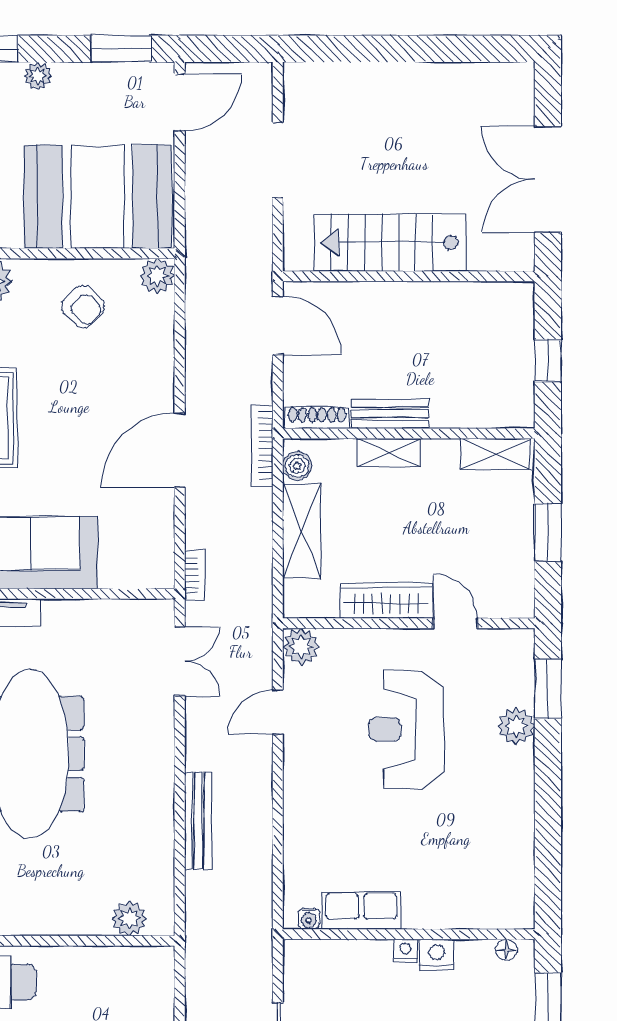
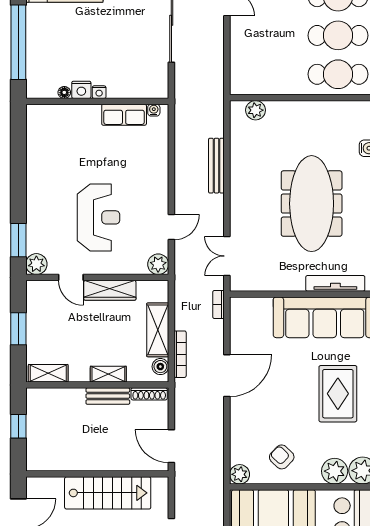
bookcase: (262, 446) -> (180, 354), moved
plant: (516, 726) -> (36, 264), moved
floor lamp: (506, 950) -> (64, 92), moved

